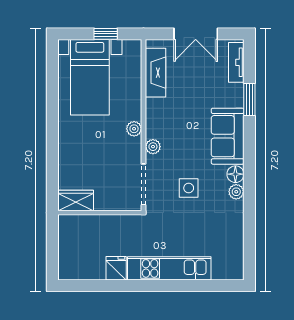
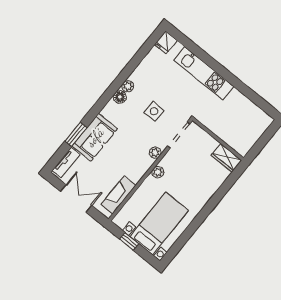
sofa: (228, 136) -> (95, 137), moved
fridge: (116, 268) -> (166, 42), moved

